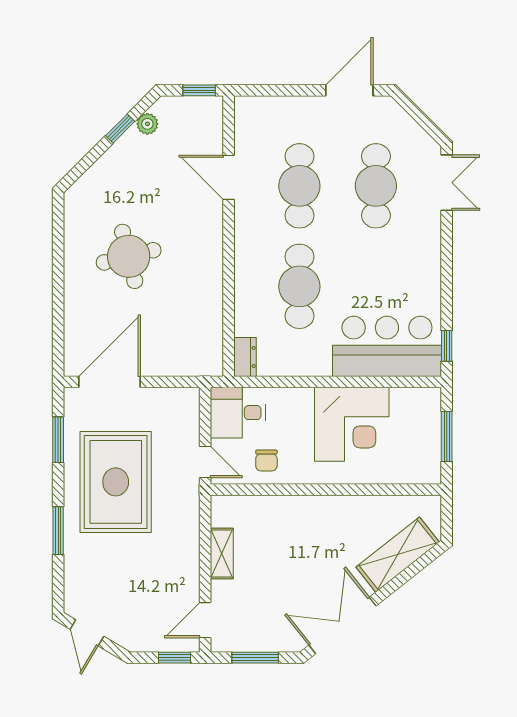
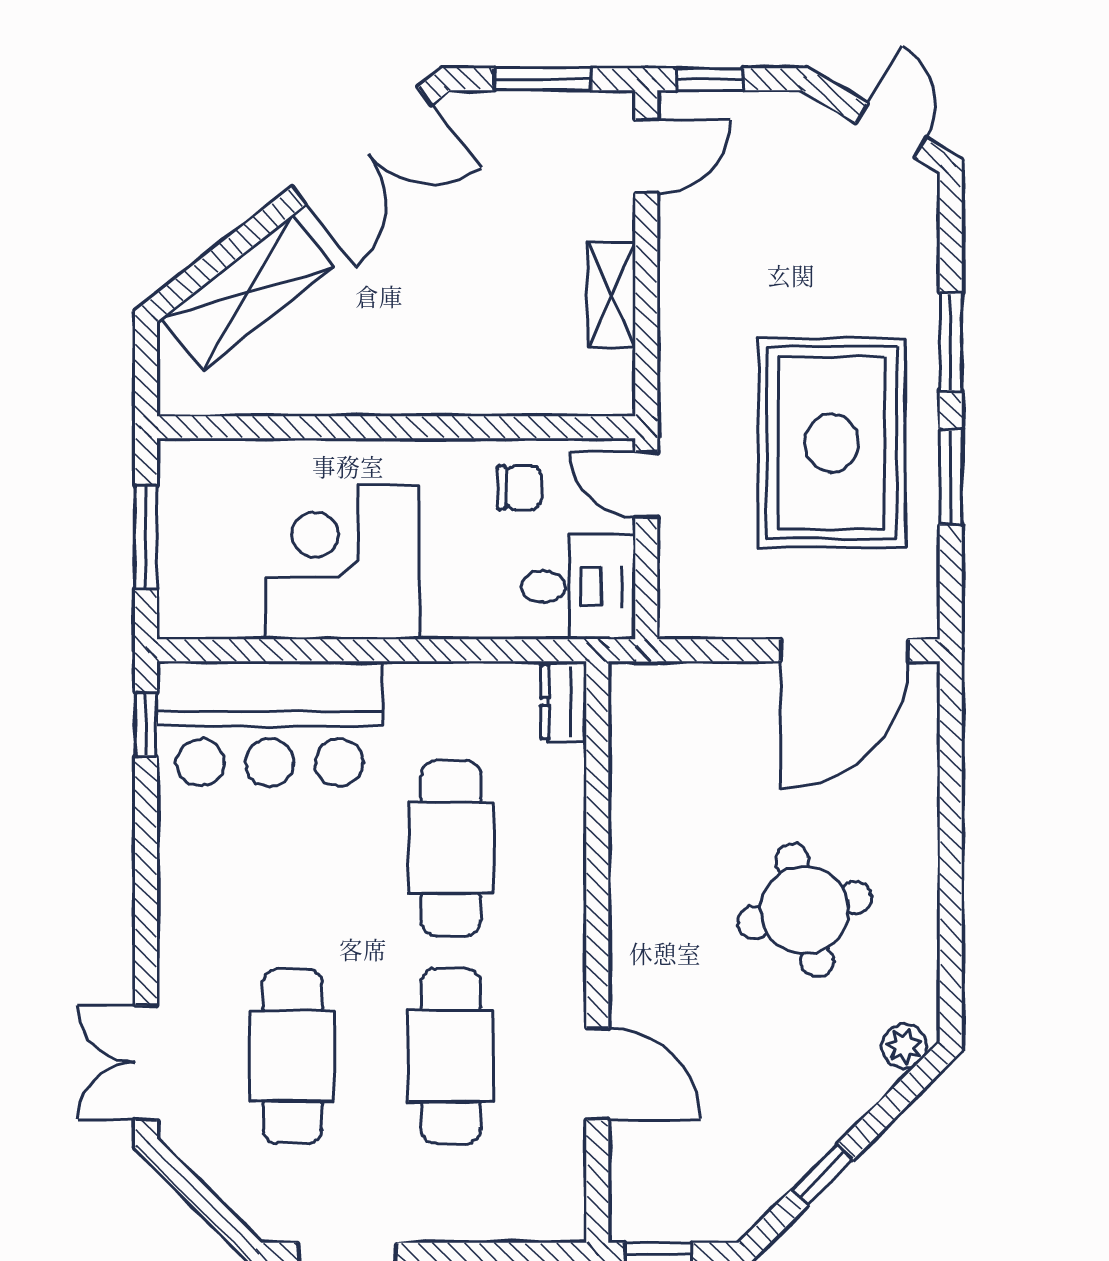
plant: (147, 124) -> (904, 1046), moved
window: (58, 440) -> (951, 477), moved
chair: (266, 460) -> (519, 487), turned 90

